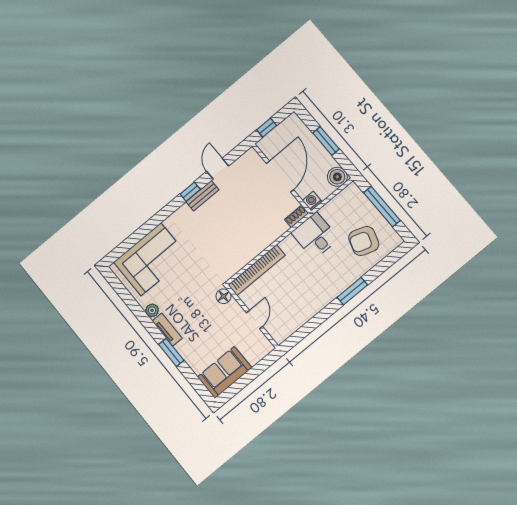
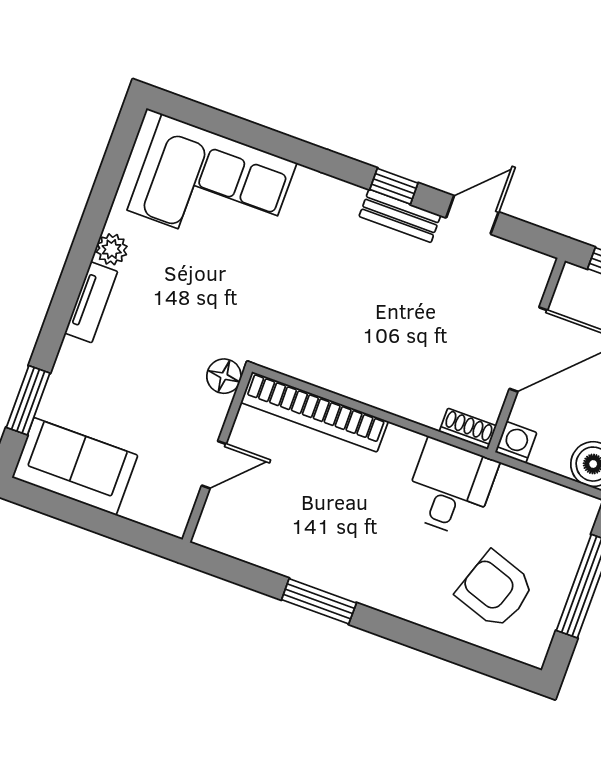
window: (352, 291) -> (319, 601), moved
window: (171, 352) -> (28, 400), moved

